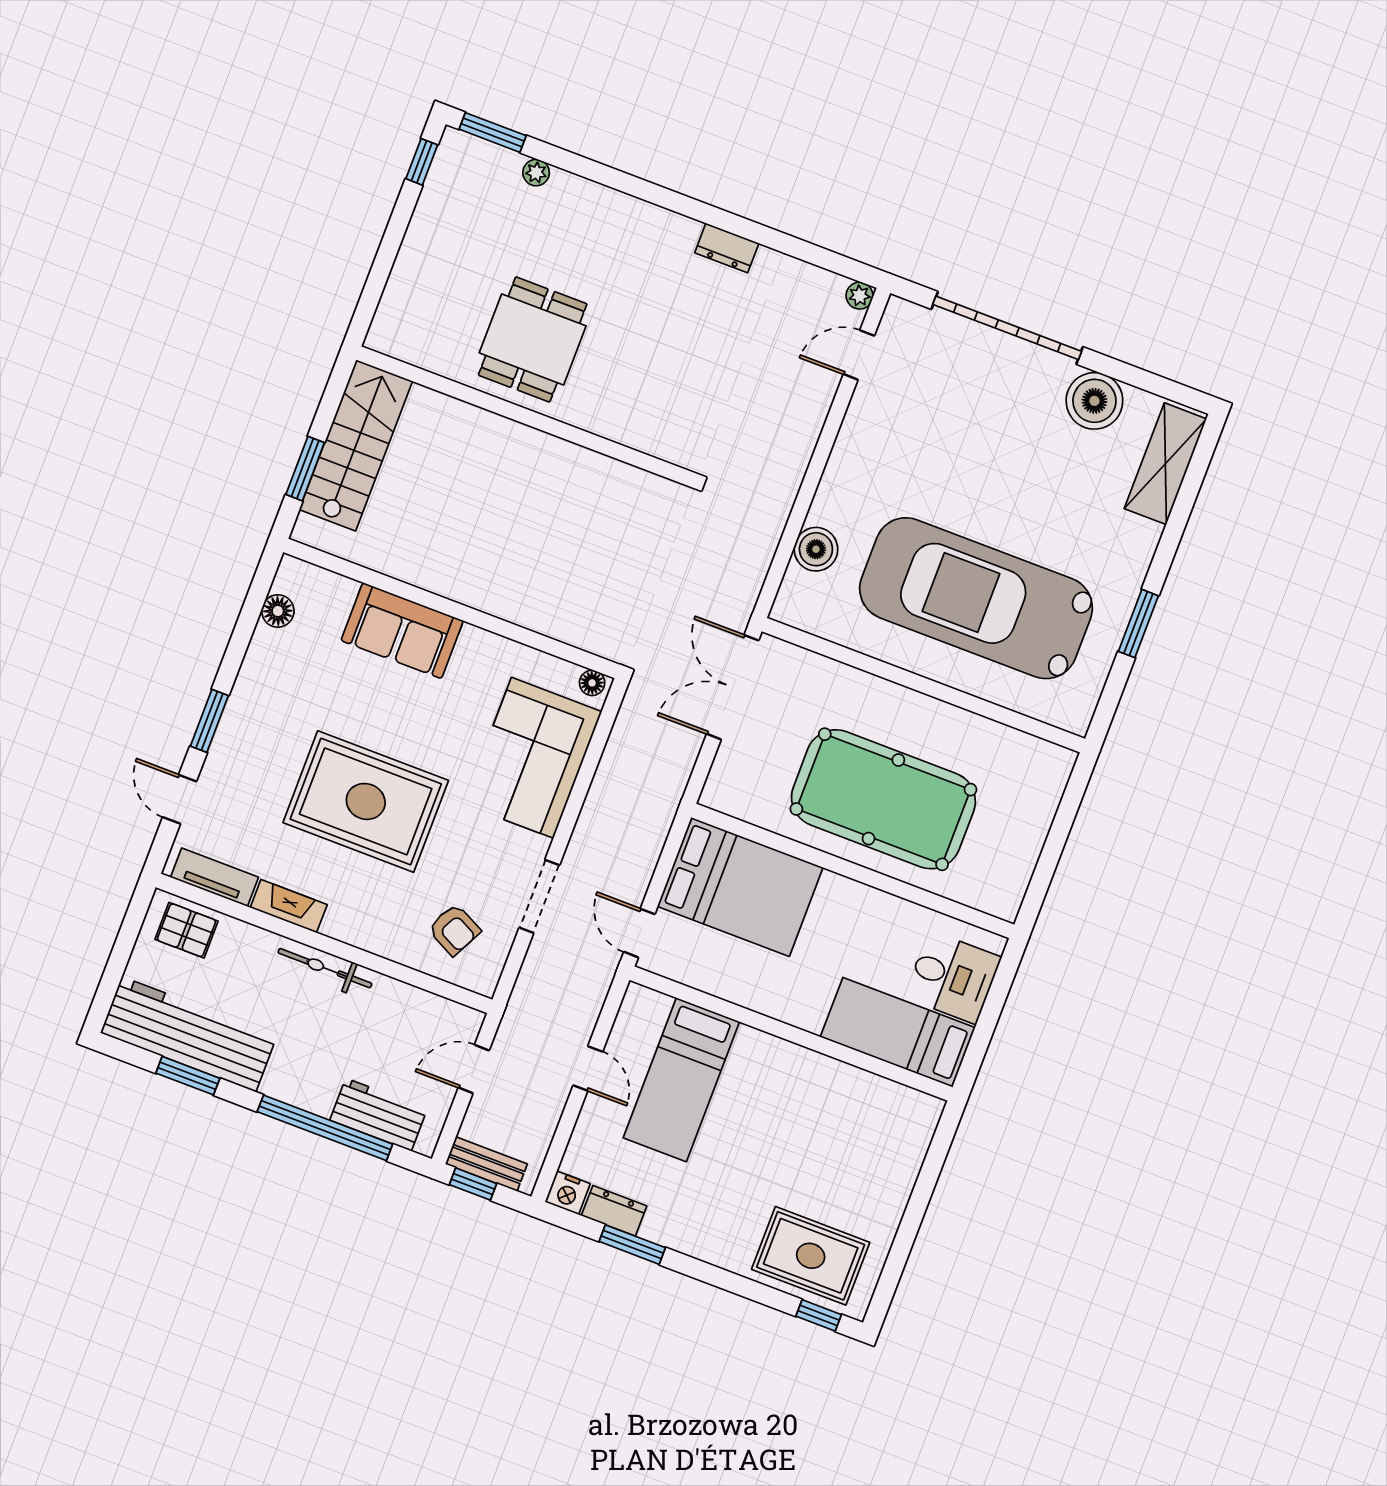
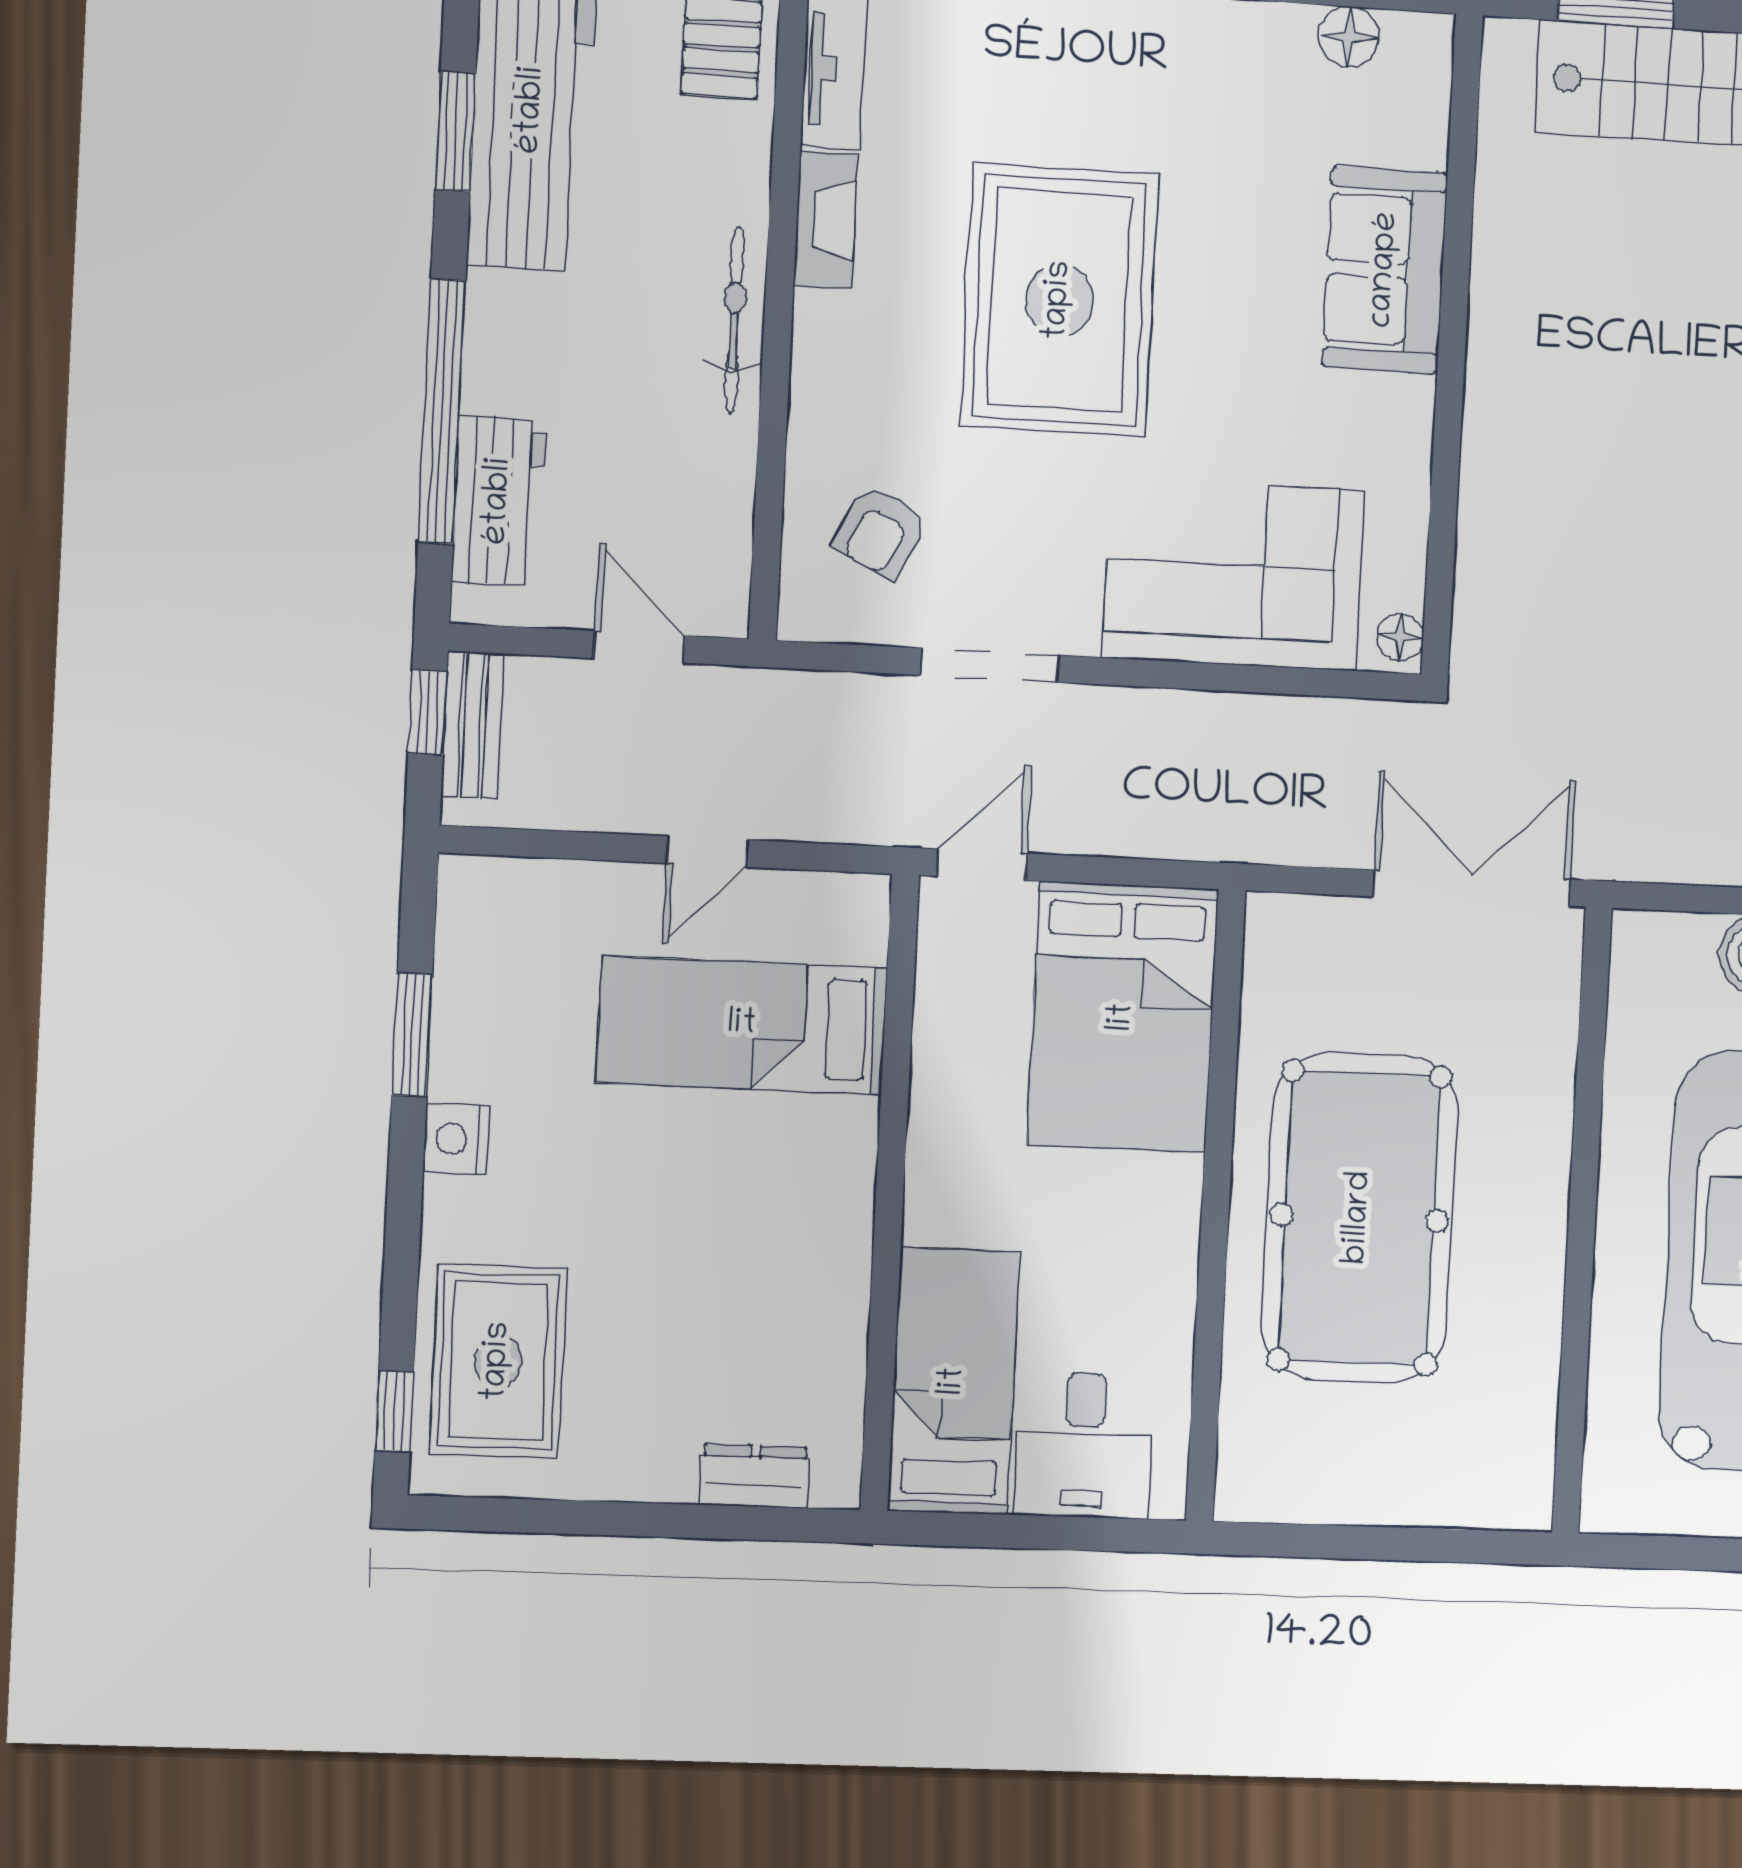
nightstand: (568, 1193) -> (456, 1139), moved
dresser: (614, 1211) -> (754, 1476), moved, turned -90

